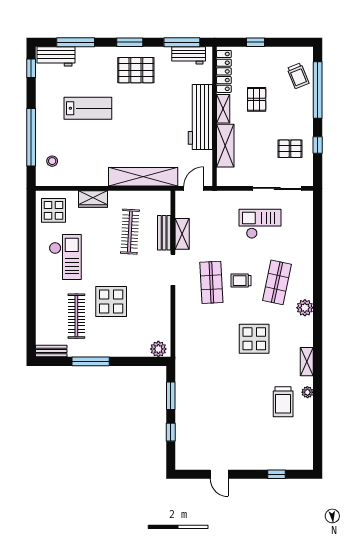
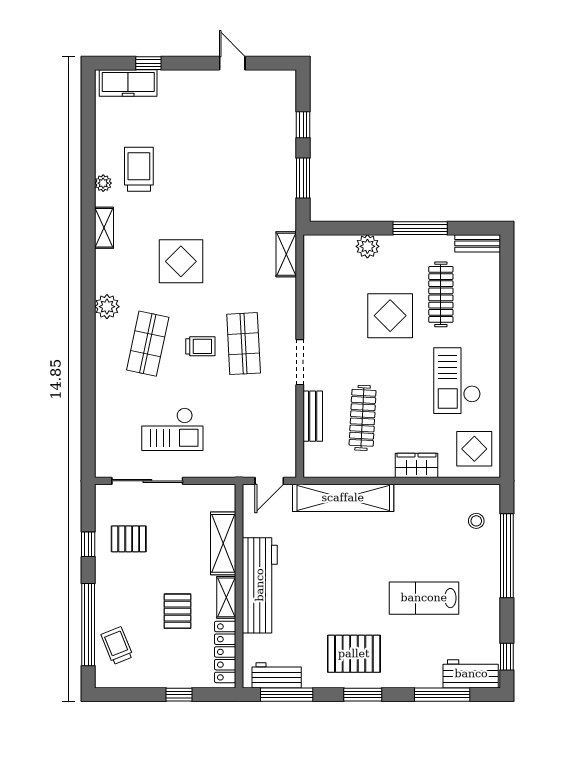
shelving: (182, 234) -> (286, 254), moved
plant: (158, 349) -> (367, 246), moved
freezer: (290, 461) -> (128, 83), added

